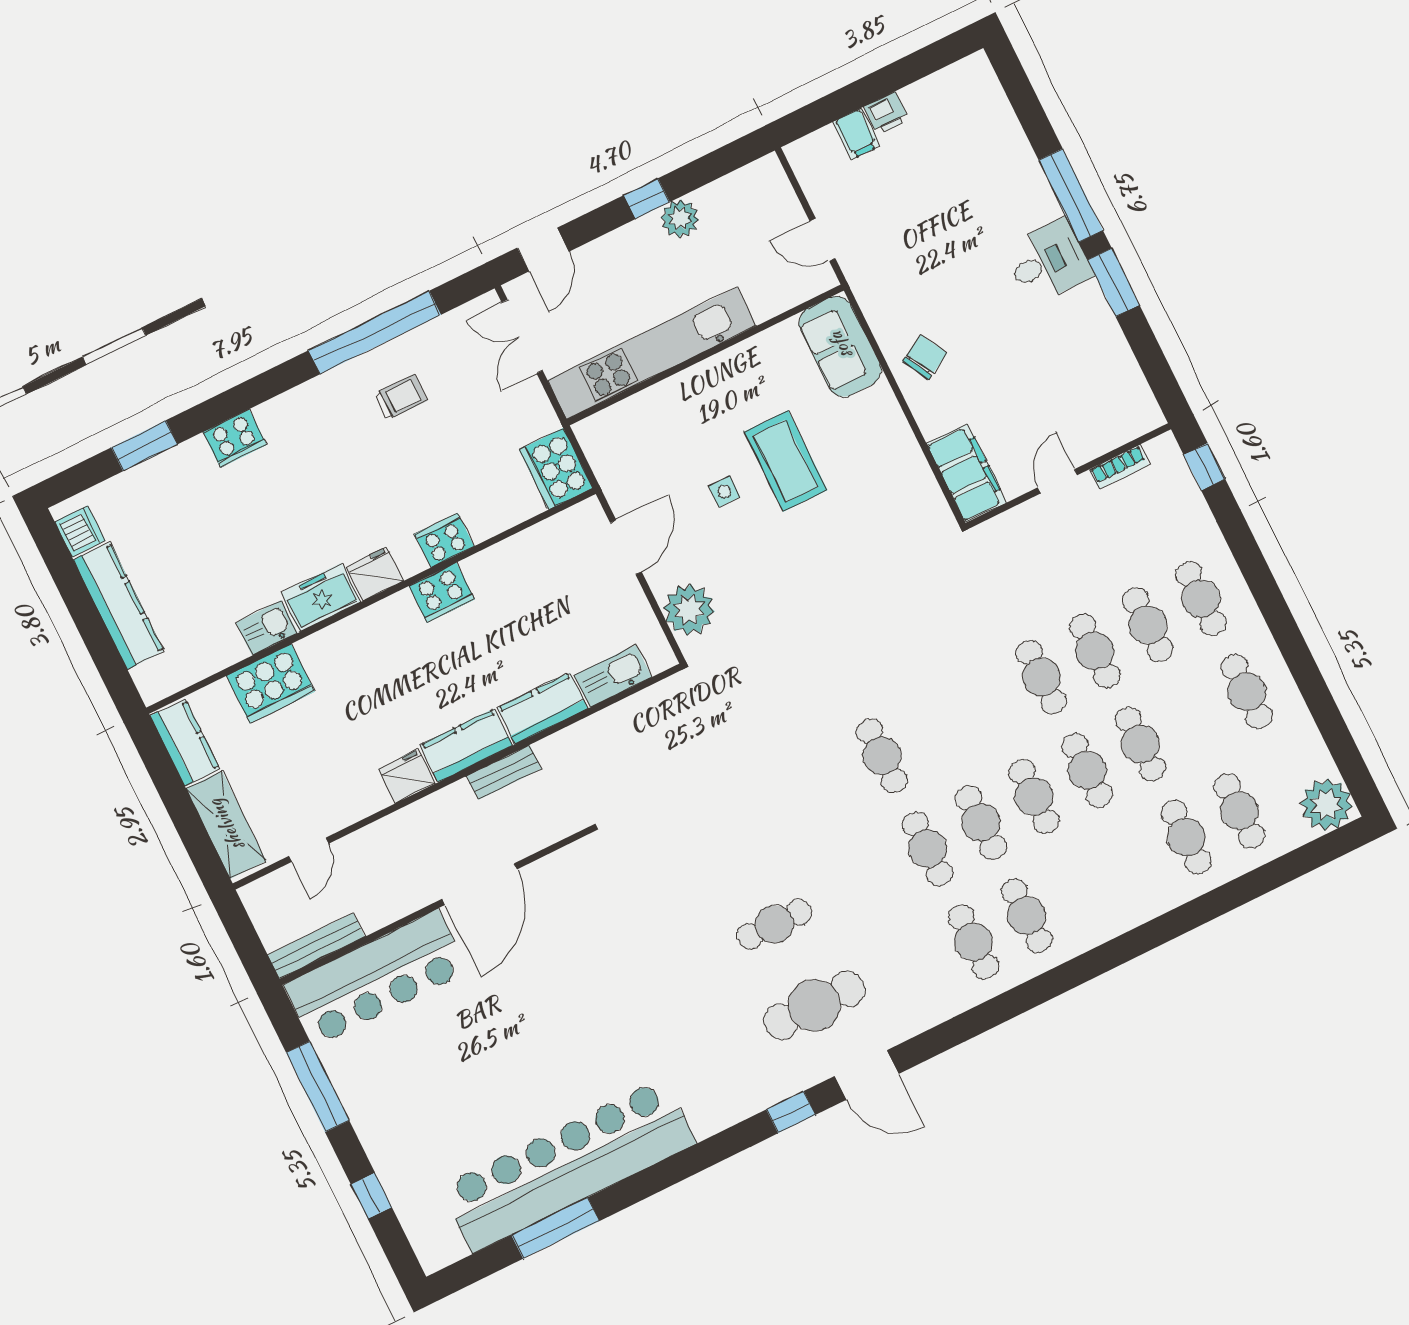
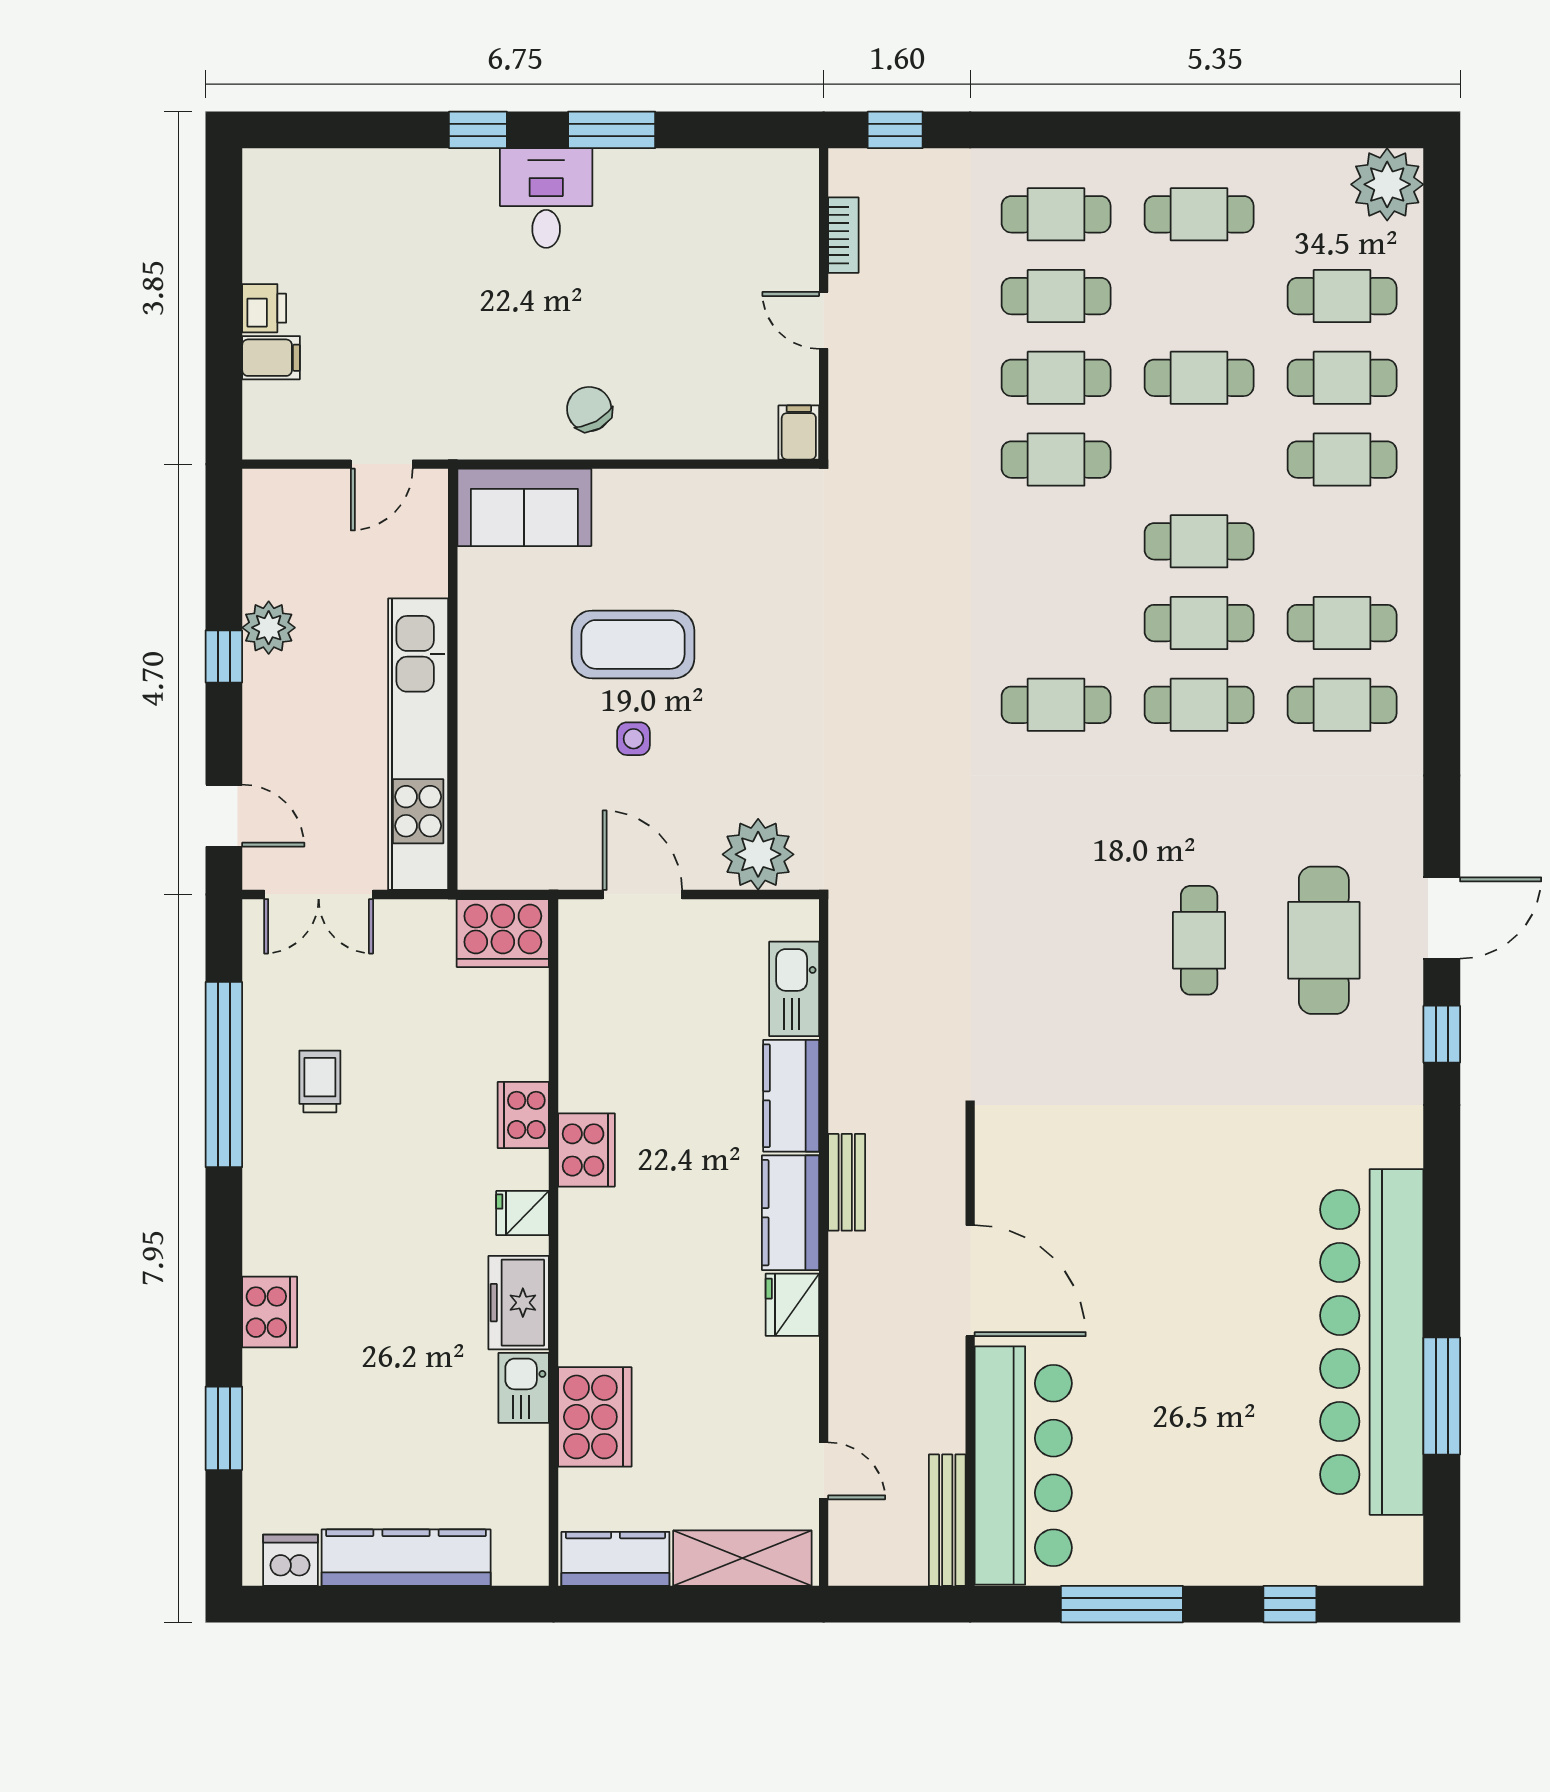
window: (1071, 195) -> (478, 130), width x0.46
filing cabinet: (967, 473) -> (799, 432), width x0.33, depth x0.86
fridge: (375, 574) -> (523, 1213), width x0.72
cafe table: (1087, 770) -> (1342, 460), moved

